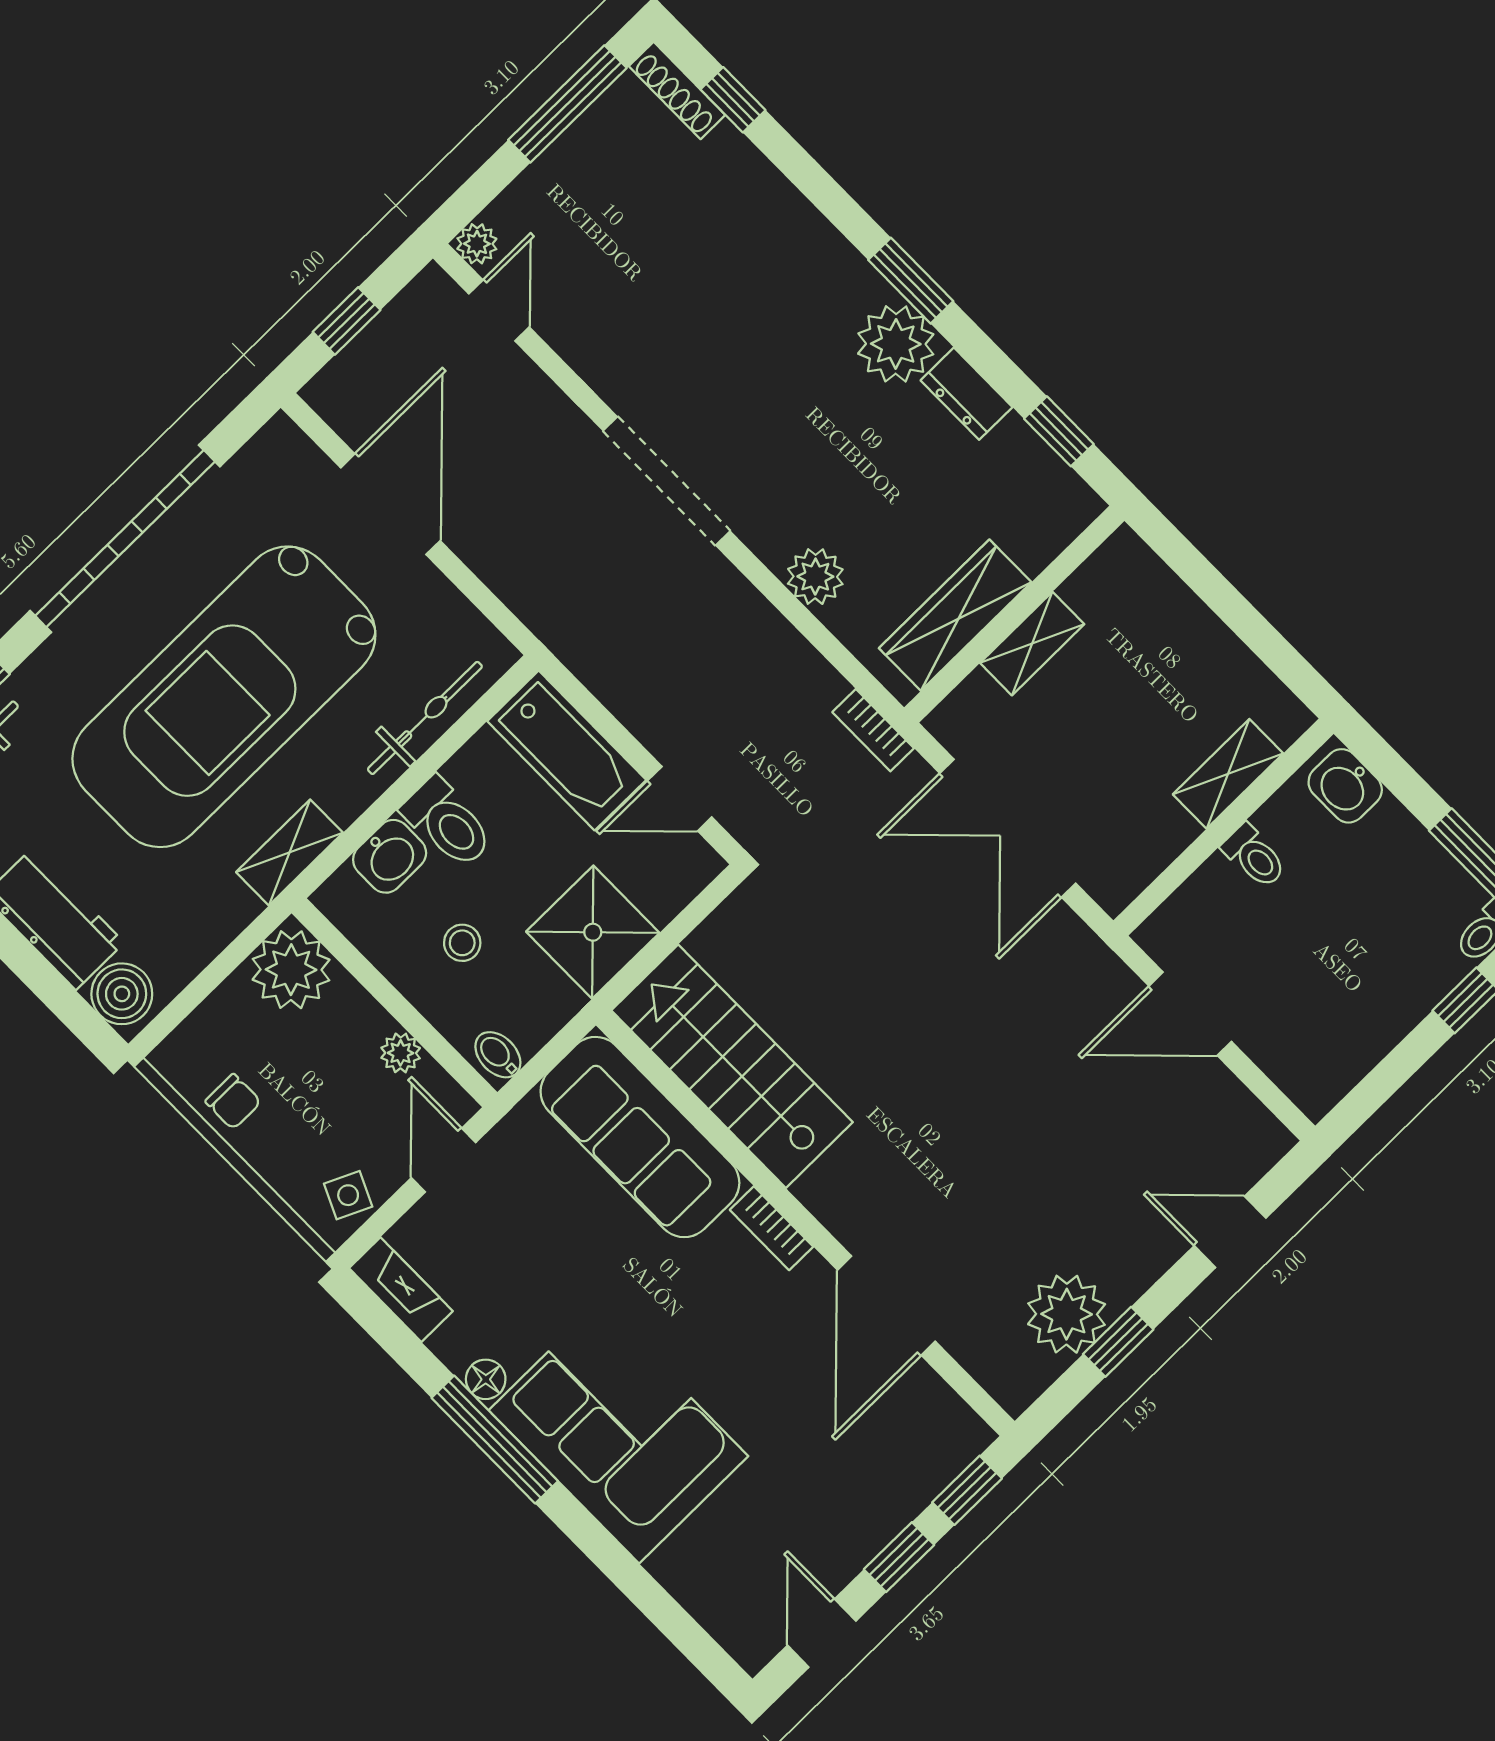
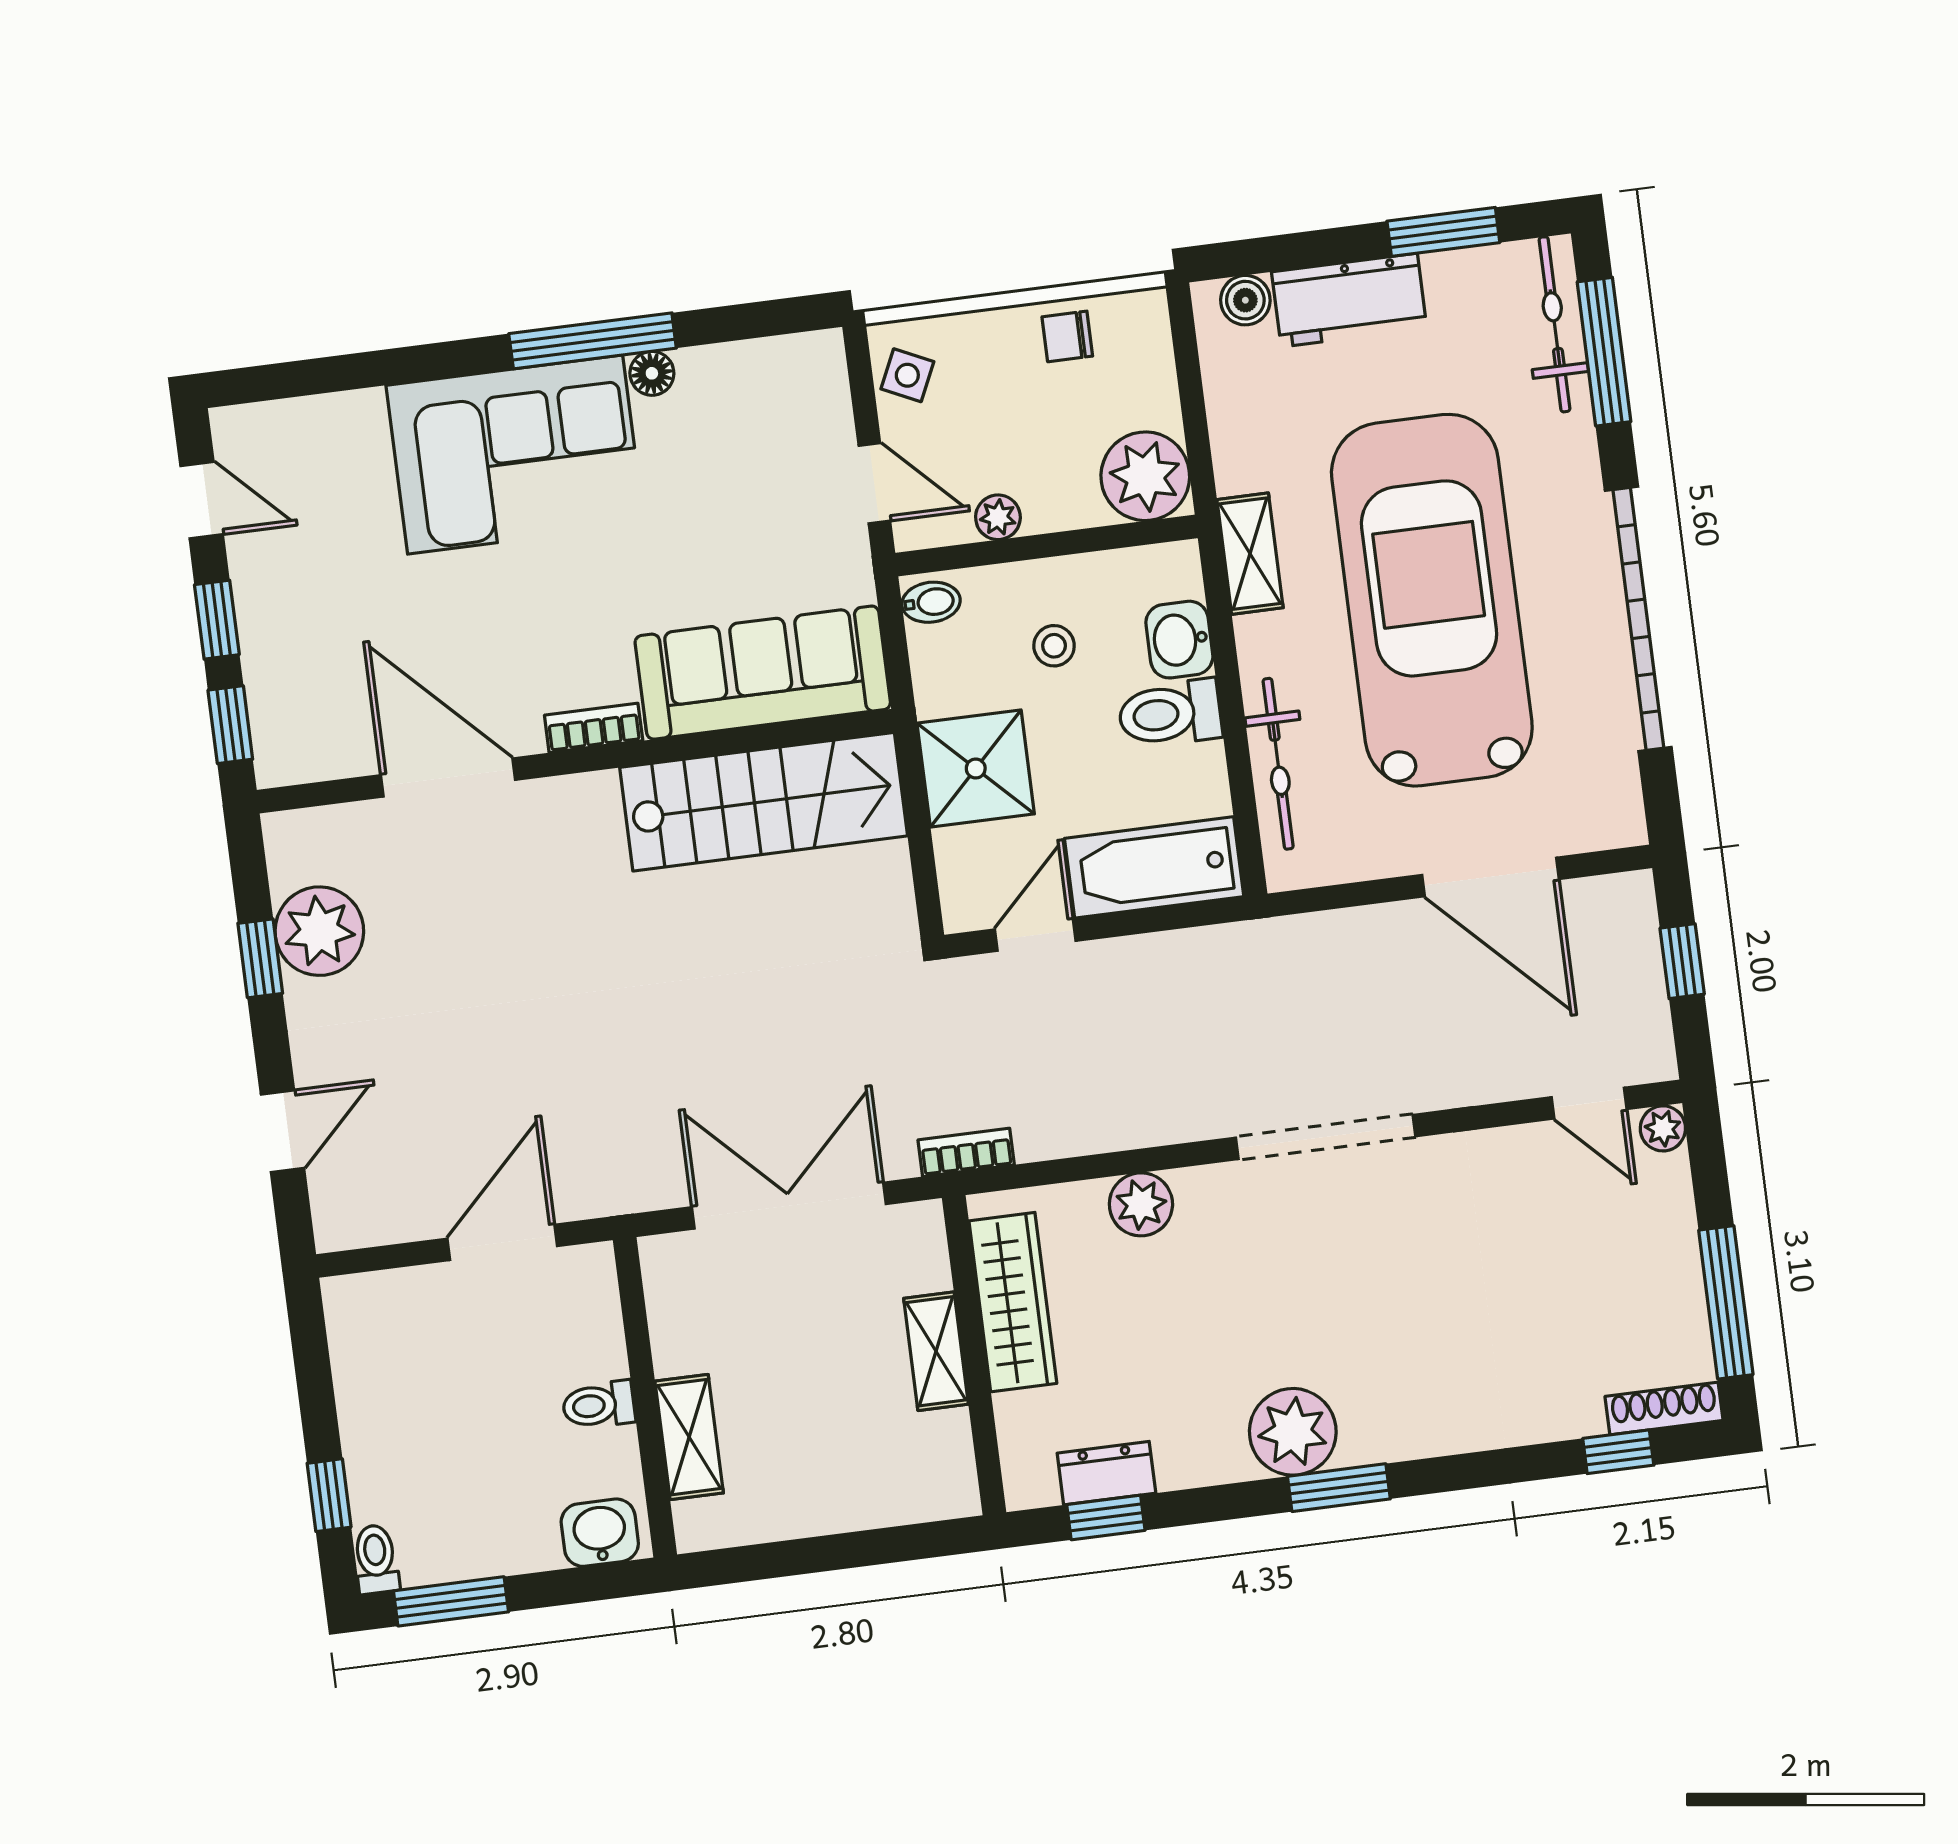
dresser: (967, 394) -> (1106, 1473), moved
boiler: (122, 994) -> (1245, 300), width x0.73, depth x0.73
fireplace: (401, 1290) -> (788, 359), removed

